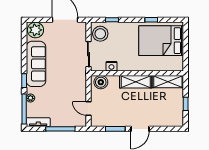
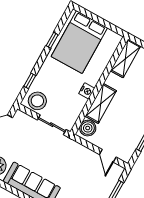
nightstand: (111, 66) -> (87, 91), moved
shelving: (136, 82) -> (101, 103), moved
door: (88, 108) -> (108, 156), hinge flipped

